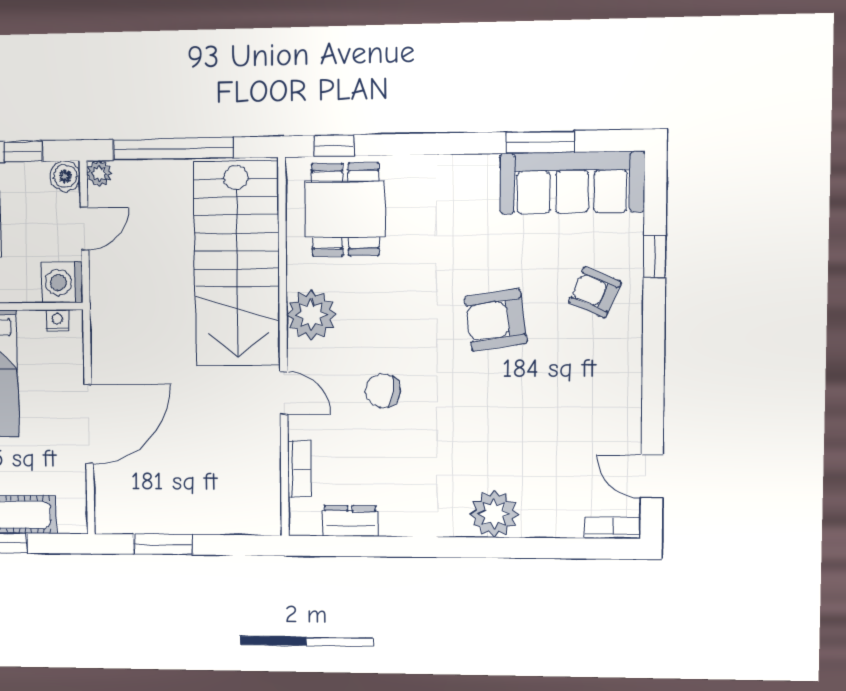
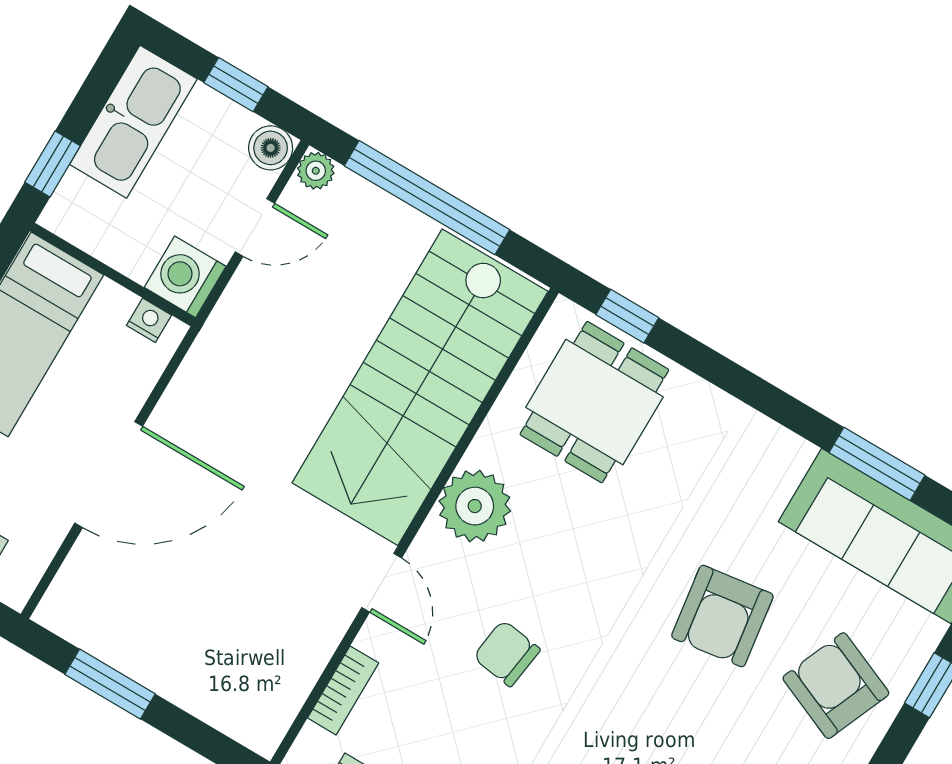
armchair: (595, 292) -> (836, 686), width x1.38, depth x1.38
armchair: (496, 320) -> (722, 616), moved, turned -90

